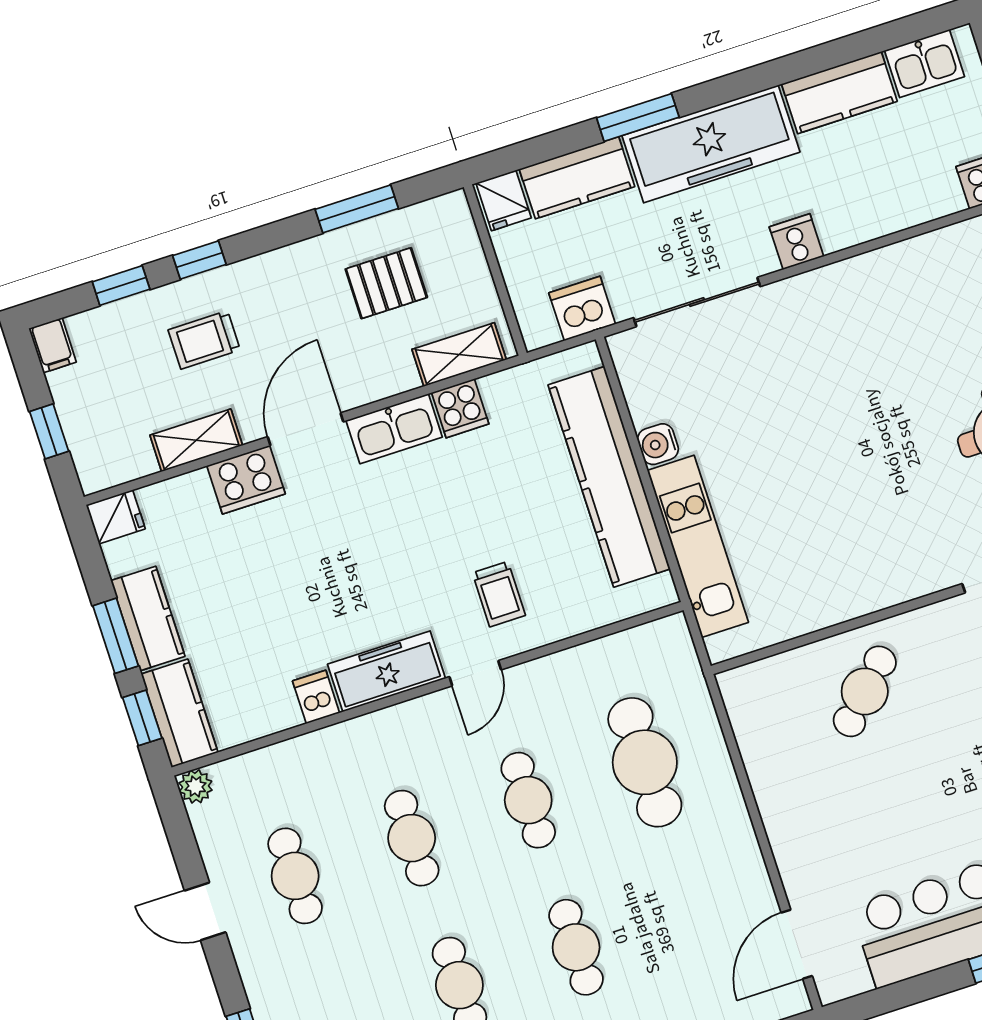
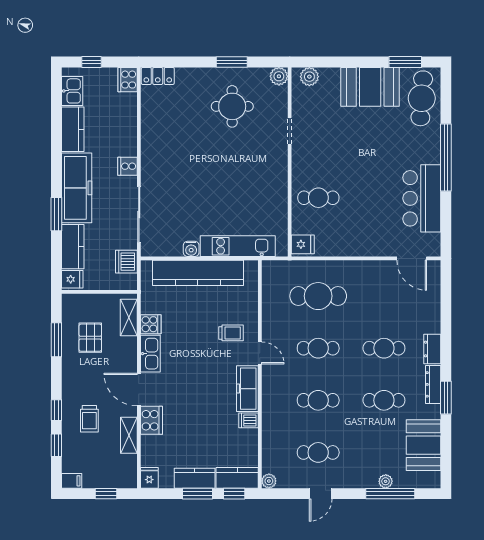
fridge: (749, 690) -> (303, 244), added
cafe table: (865, 691) -> (318, 198), turned -45

